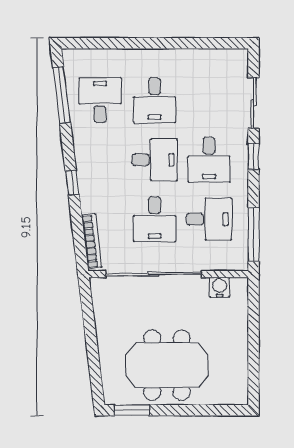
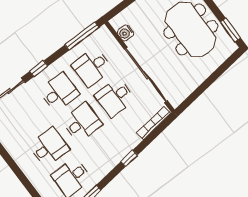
desk: (155, 160) -> (82, 122), turned 90
desk: (155, 219) -> (115, 97), turned 180
desk: (209, 219) -> (92, 67), turned -90

